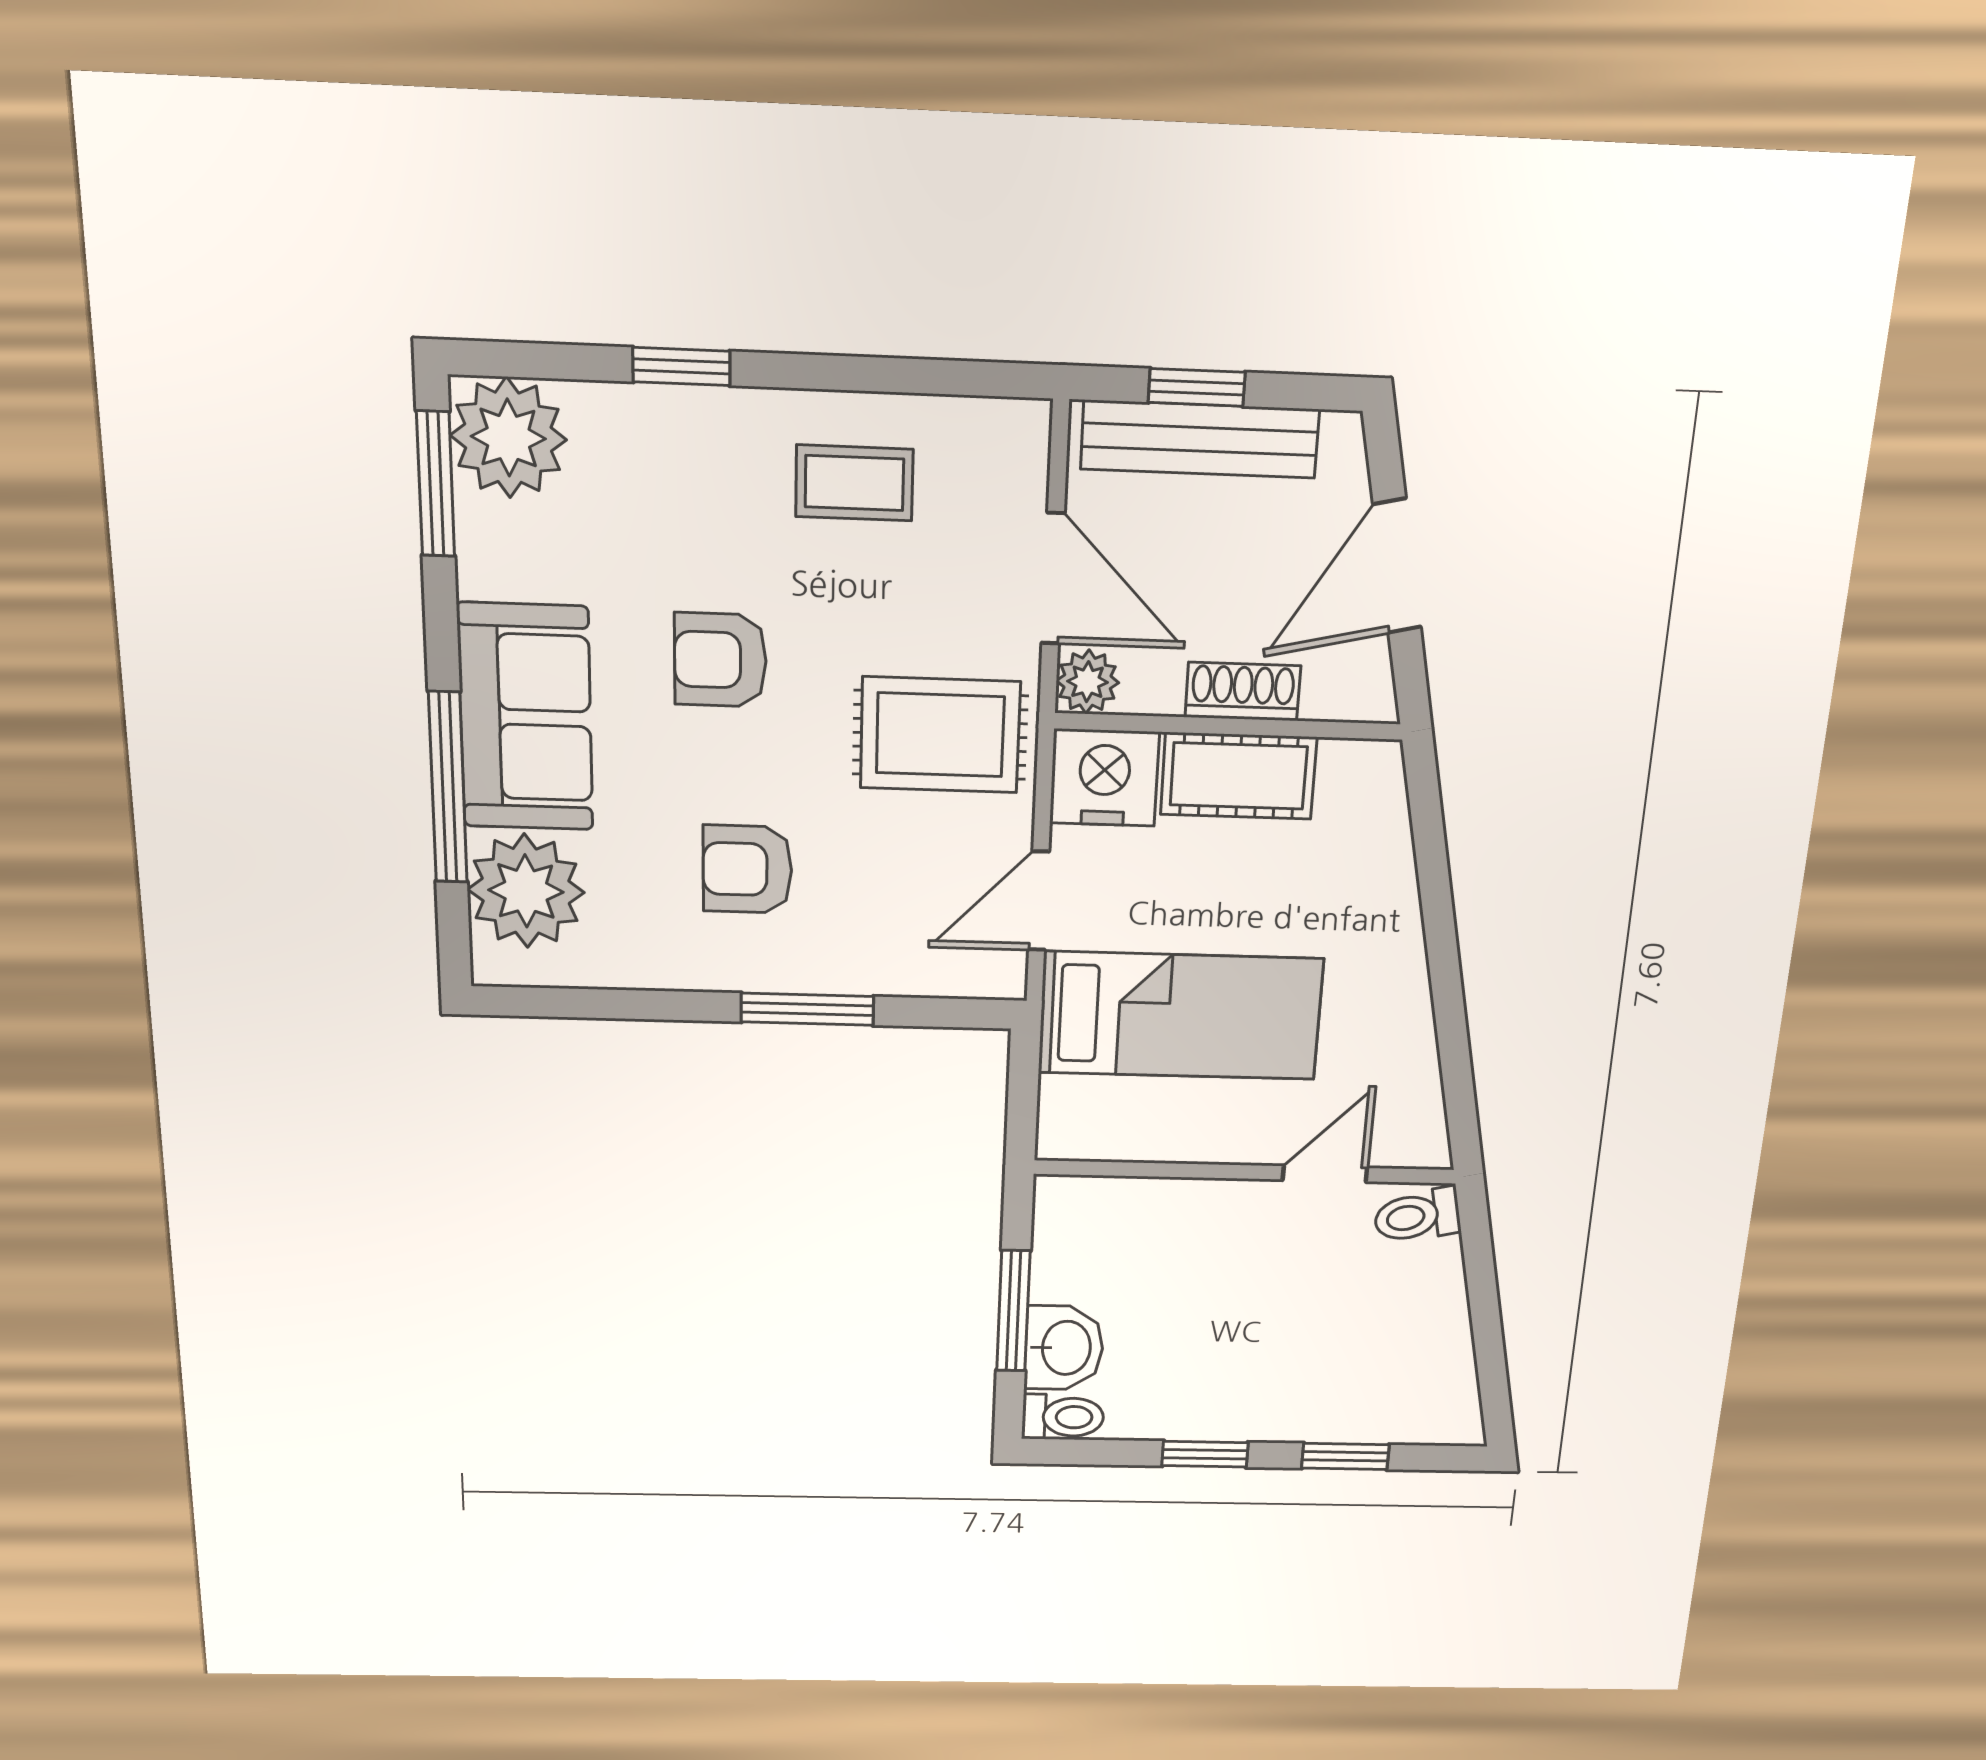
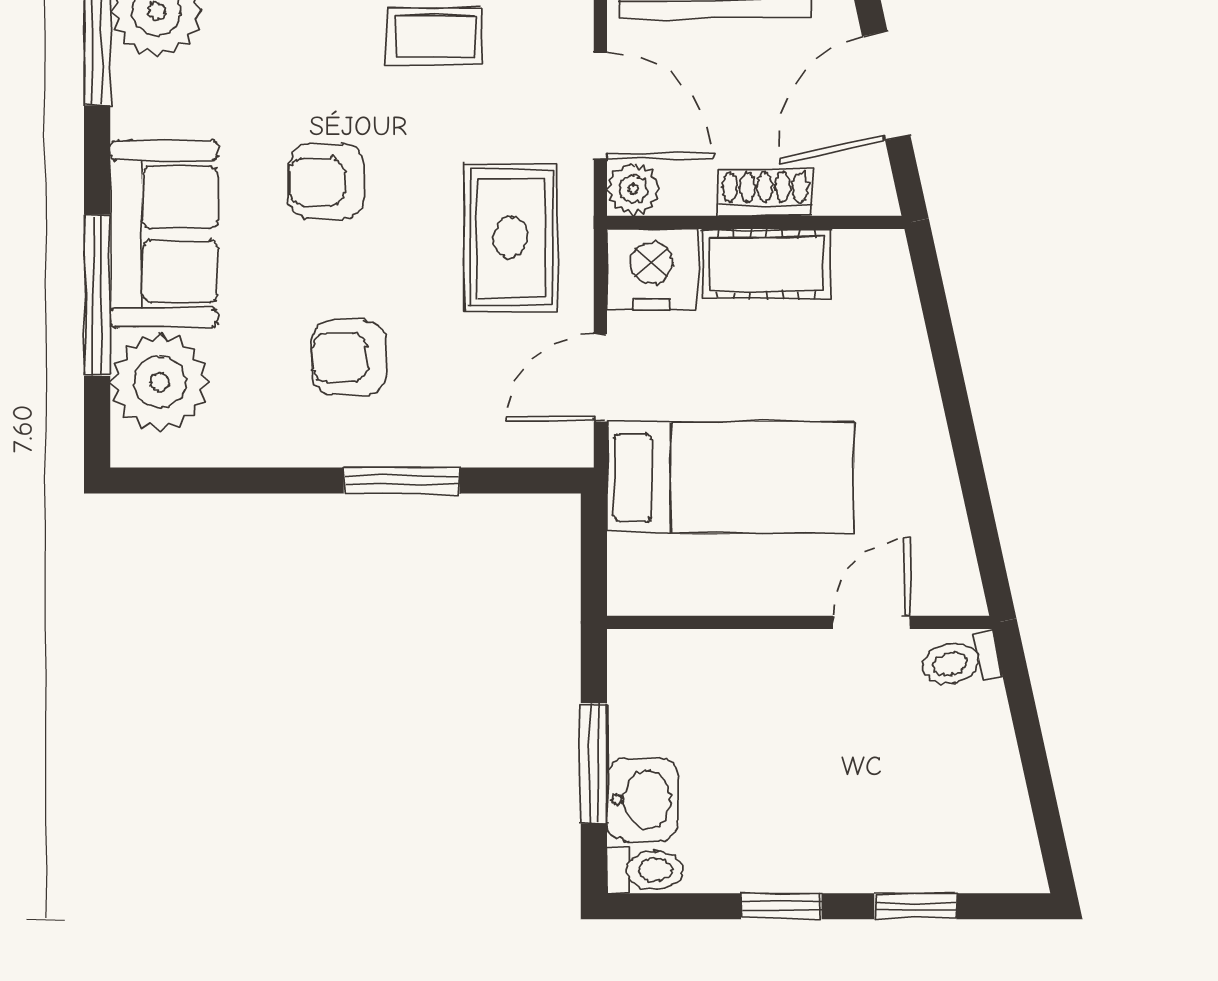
rug: (940, 735) -> (511, 237), turned 90

